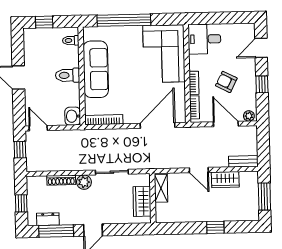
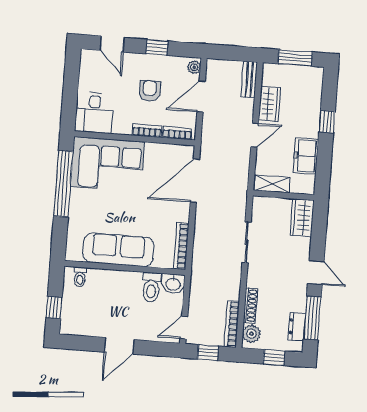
window: (124, 20) -> (63, 184), moved
toilet: (68, 75) -> (151, 287), moved
armchair: (226, 82) -> (150, 91), turned 153
door: (158, 125) -> (195, 181), hinge flipped
bookcase: (45, 167) -> (232, 324), added
plant: (84, 182) -> (251, 334), moved
wardrobe: (142, 201) -> (302, 218), moved, turned 90
freezer: (186, 213) -> (306, 156), added

